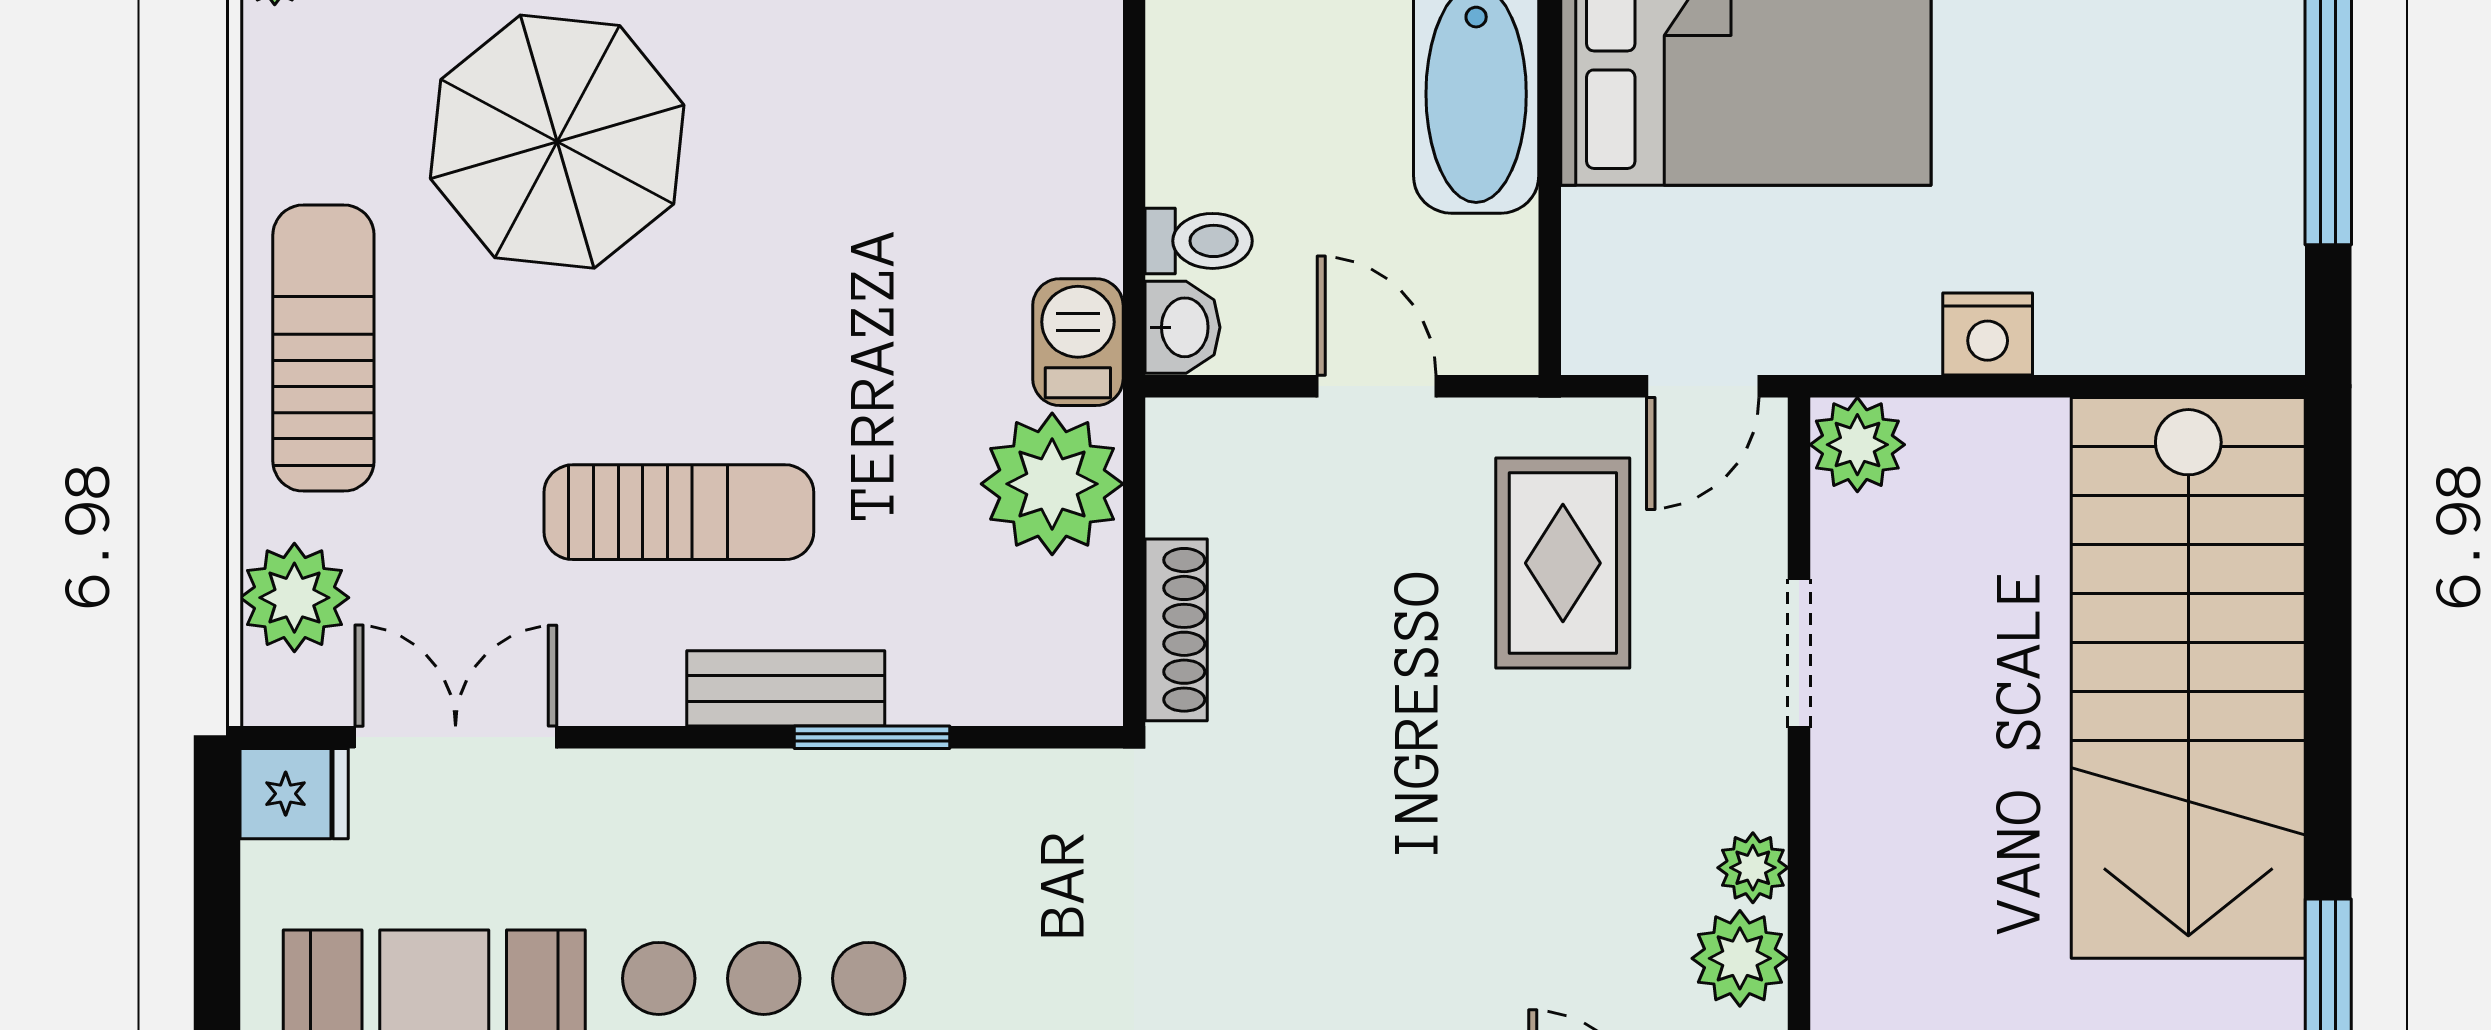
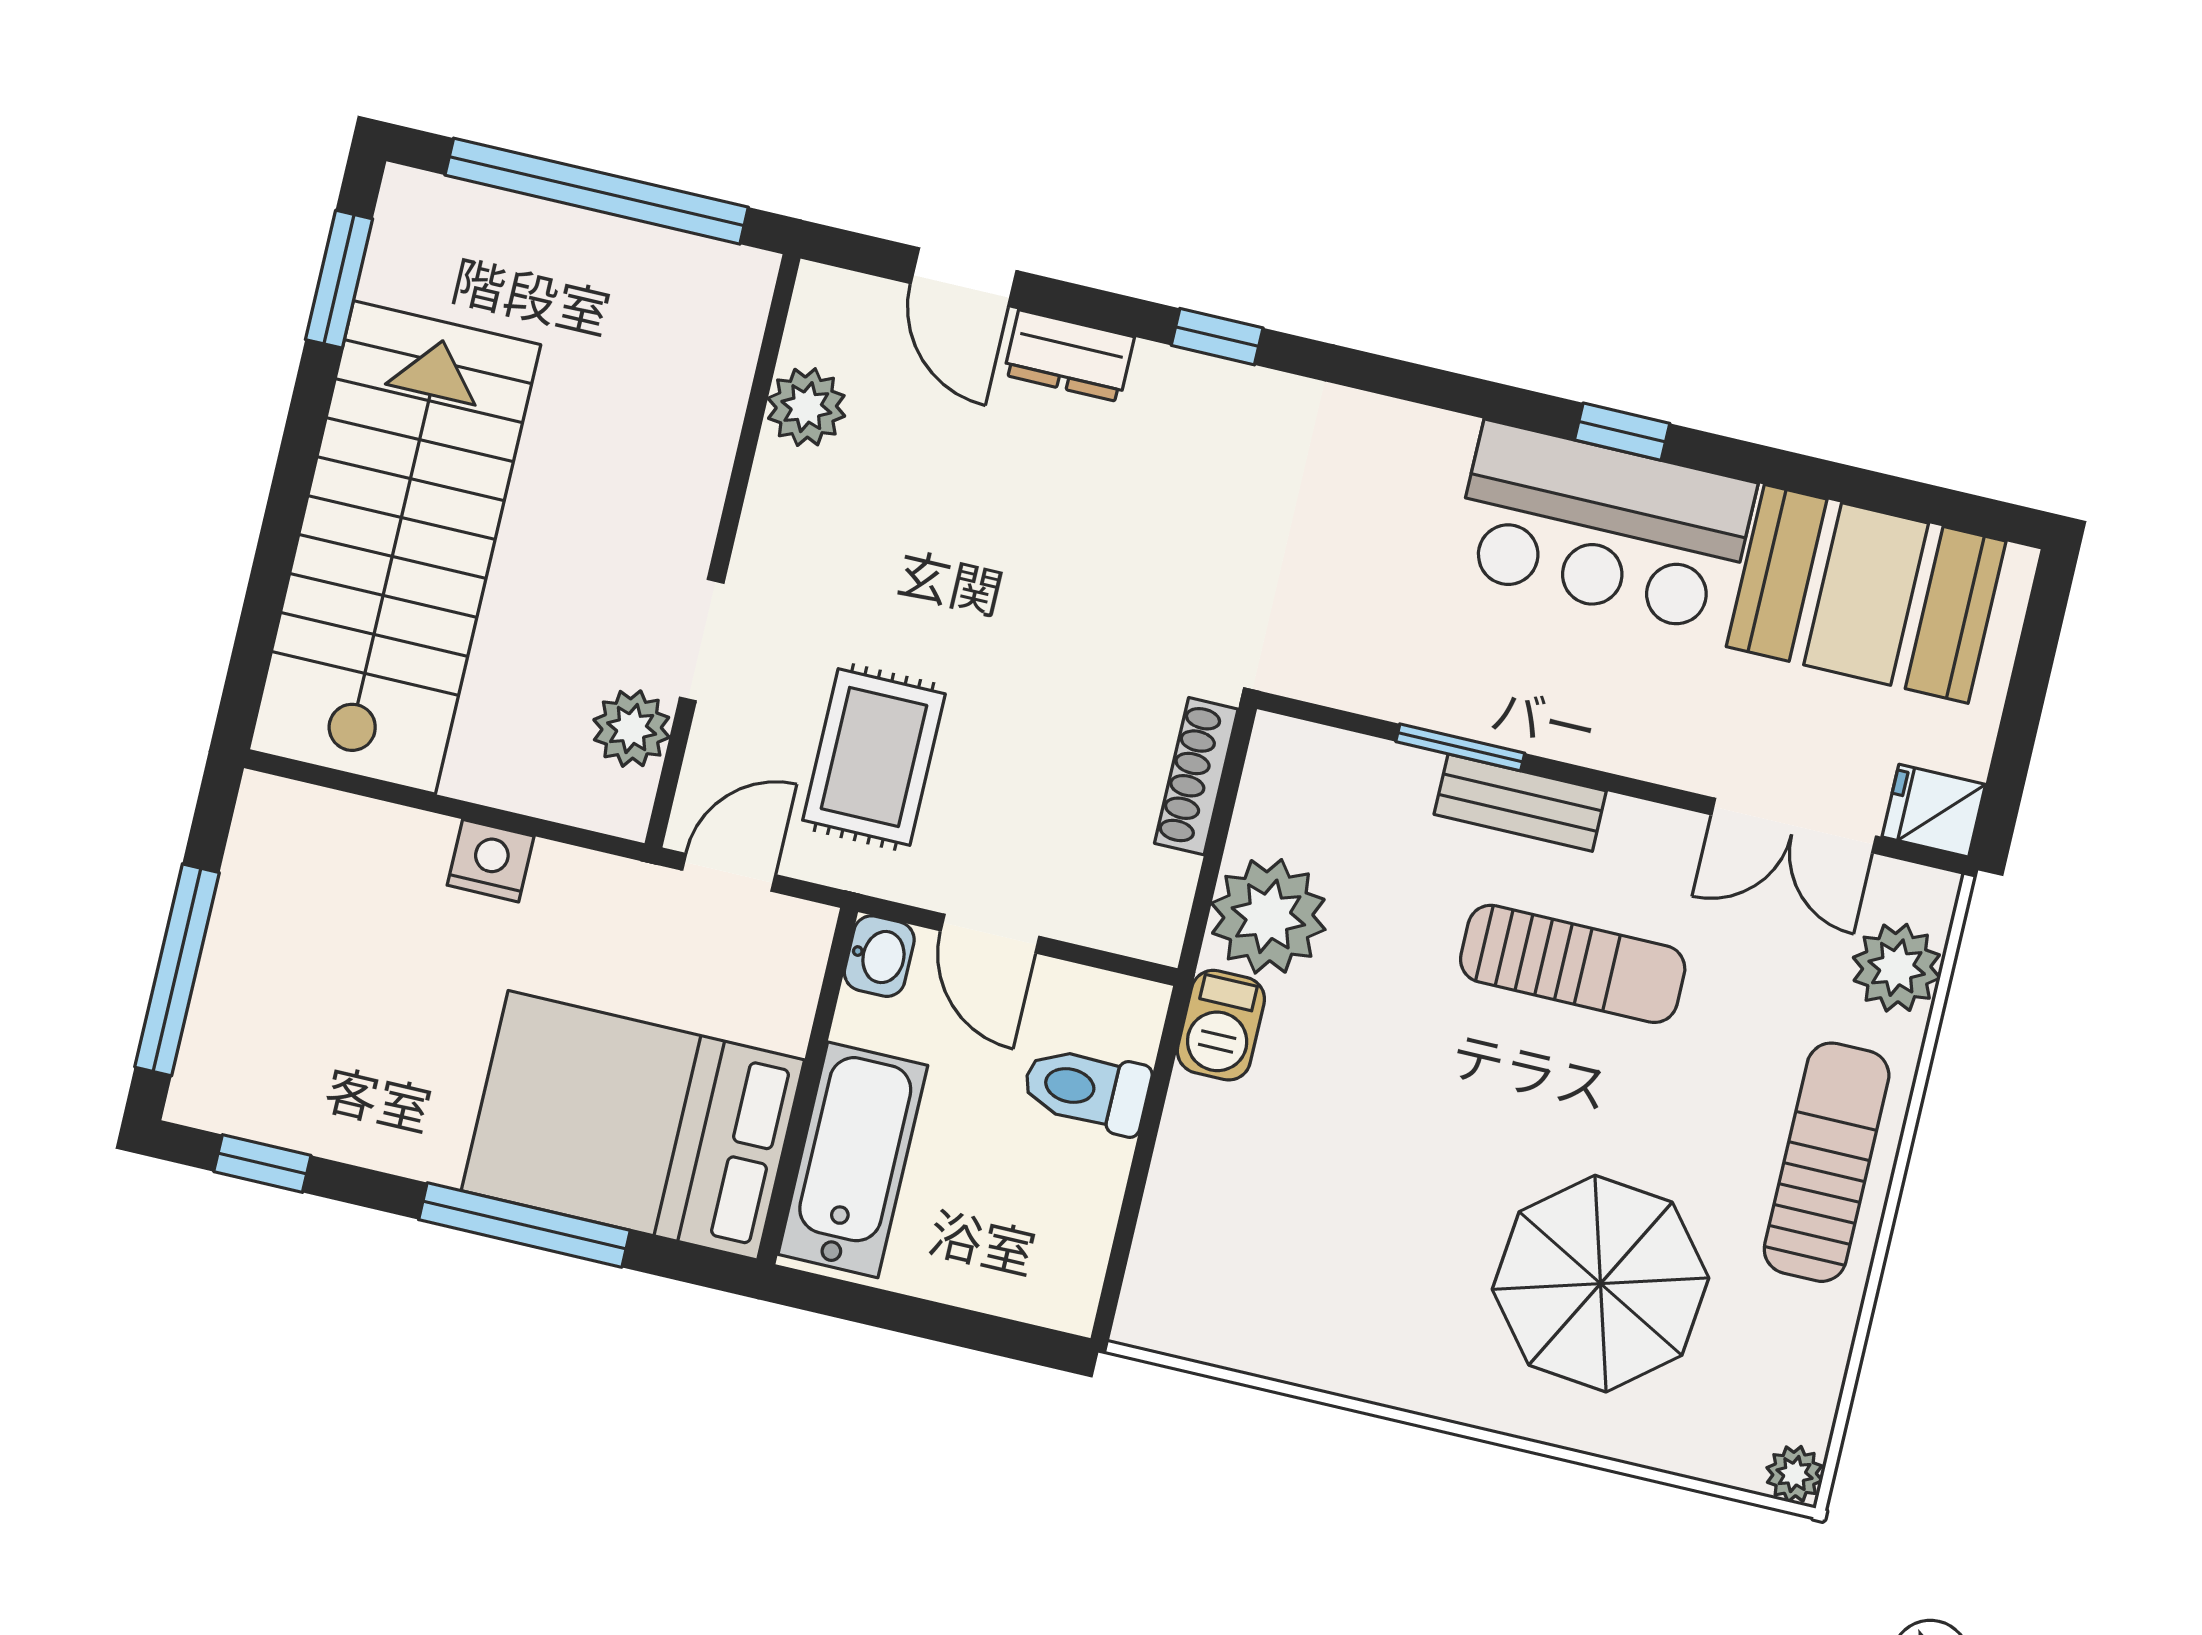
toilet: (1199, 241) -> (1086, 1089), width x1.37, depth x1.39
washbasin: (1183, 327) -> (879, 956), moved, turned 180
sun lounger: (323, 348) -> (1827, 1162), turned 180
plant: (1857, 445) -> (632, 729), moved
sun lounger: (679, 512) -> (1573, 964), turned 180
plant: (1753, 868) -> (779, 477), removed

